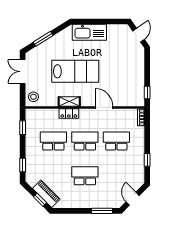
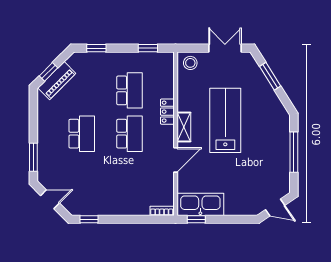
window: (98, 21) -> (294, 152), added
kitchen sink: (89, 32) -> (200, 204), moved, turned 90
lab bench: (75, 71) -> (225, 120), turned 180
shelving: (69, 102) -> (184, 127), moved
school desk: (116, 141) -> (129, 177), removed
window: (147, 160) -> (89, 219), moved

